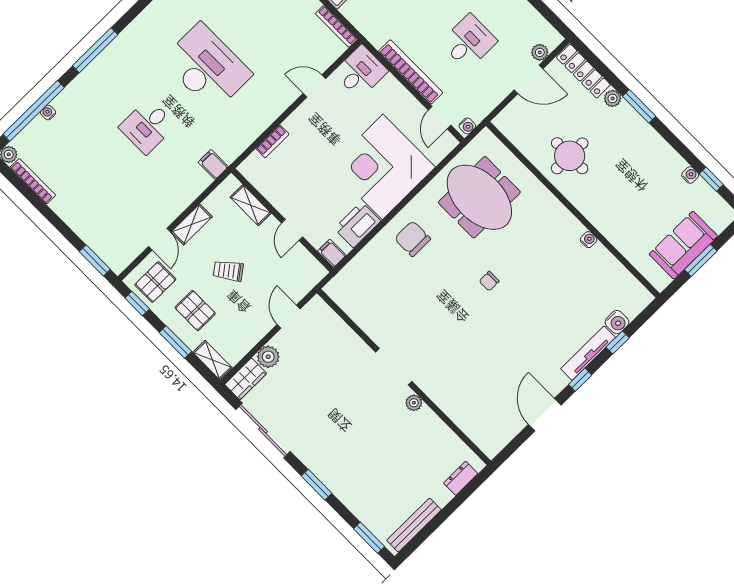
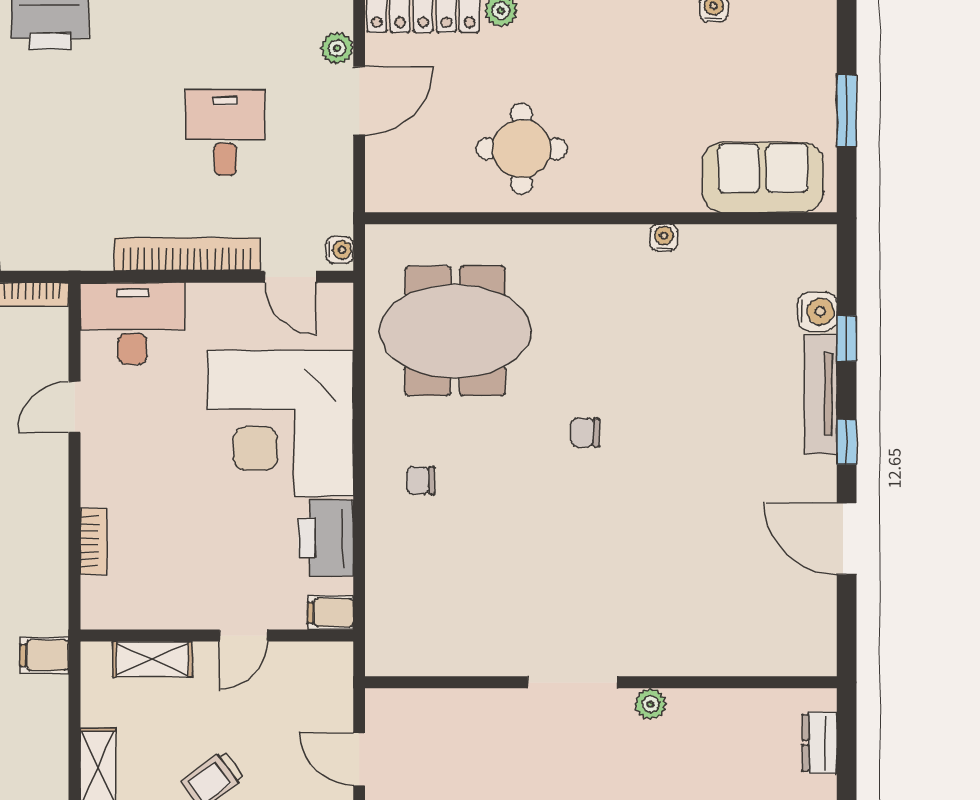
desk: (361, 72) -> (132, 323), width x1.37
door: (292, 230) -> (244, 636), hinge flipped
chair: (413, 239) -> (421, 481), width x0.54, depth x0.54
sofa: (683, 245) -> (763, 177), moved, turned 90
chair: (489, 281) -> (585, 433), turned 90

